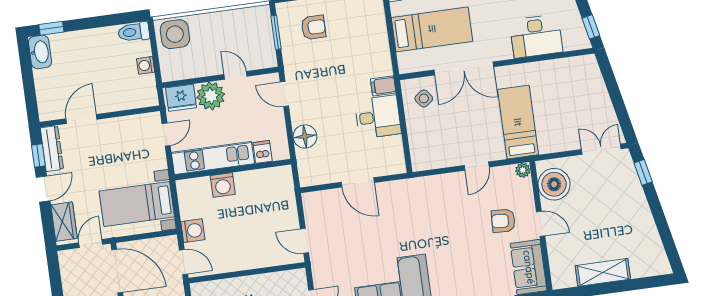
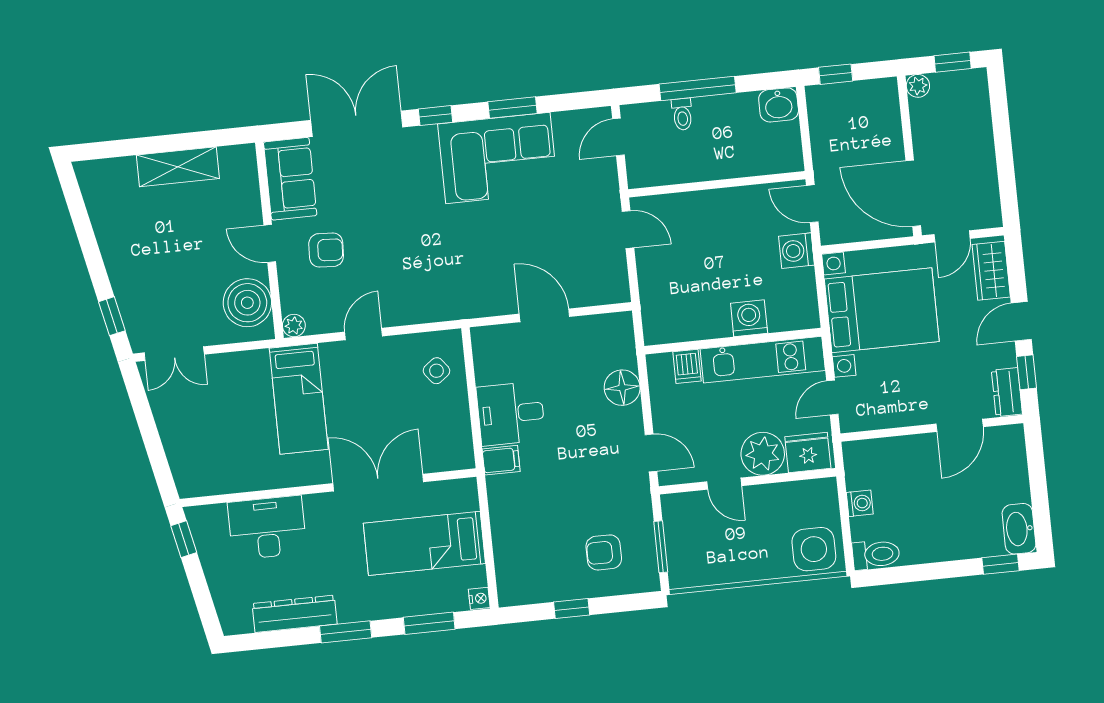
side table: (424, 98) -> (436, 371), moved
dresser: (52, 149) -> (1007, 392), width x0.70
bed with nightstands: (137, 204) -> (882, 310), width x1.36

